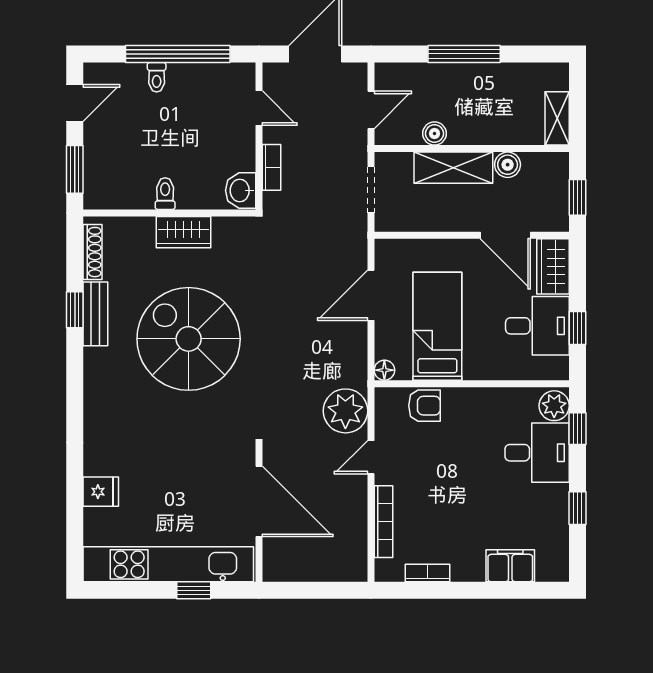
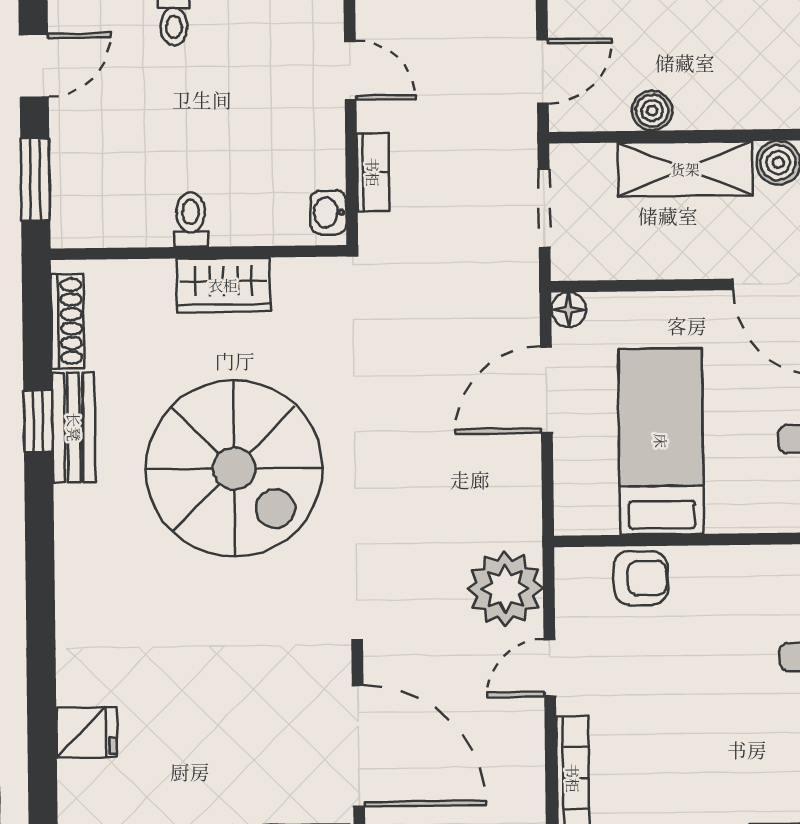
washbasin: (241, 190) -> (328, 212), width x0.72, depth x0.69
spiral stairs: (189, 339) -> (234, 468), turned 180
floor lamp: (384, 370) -> (569, 310), moved

